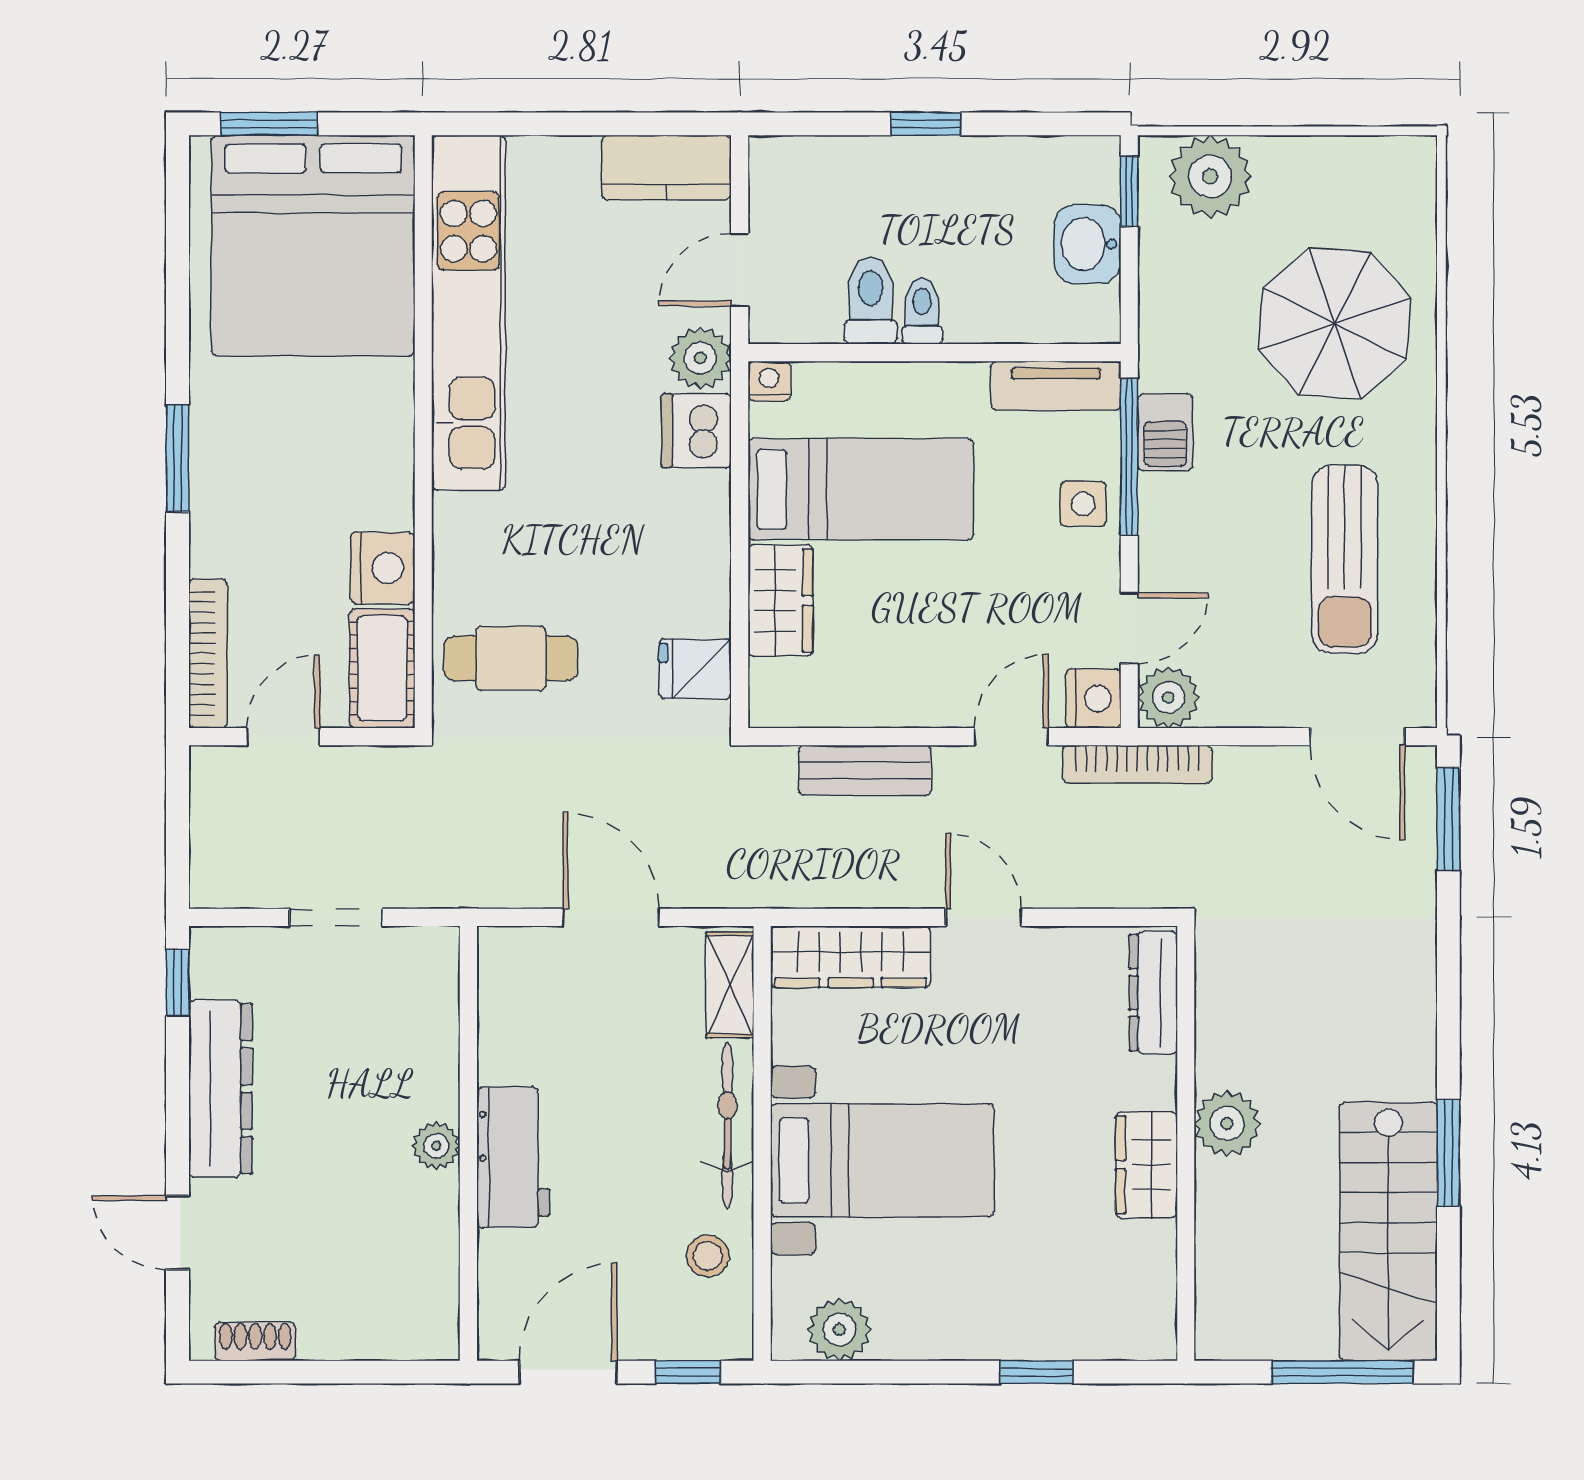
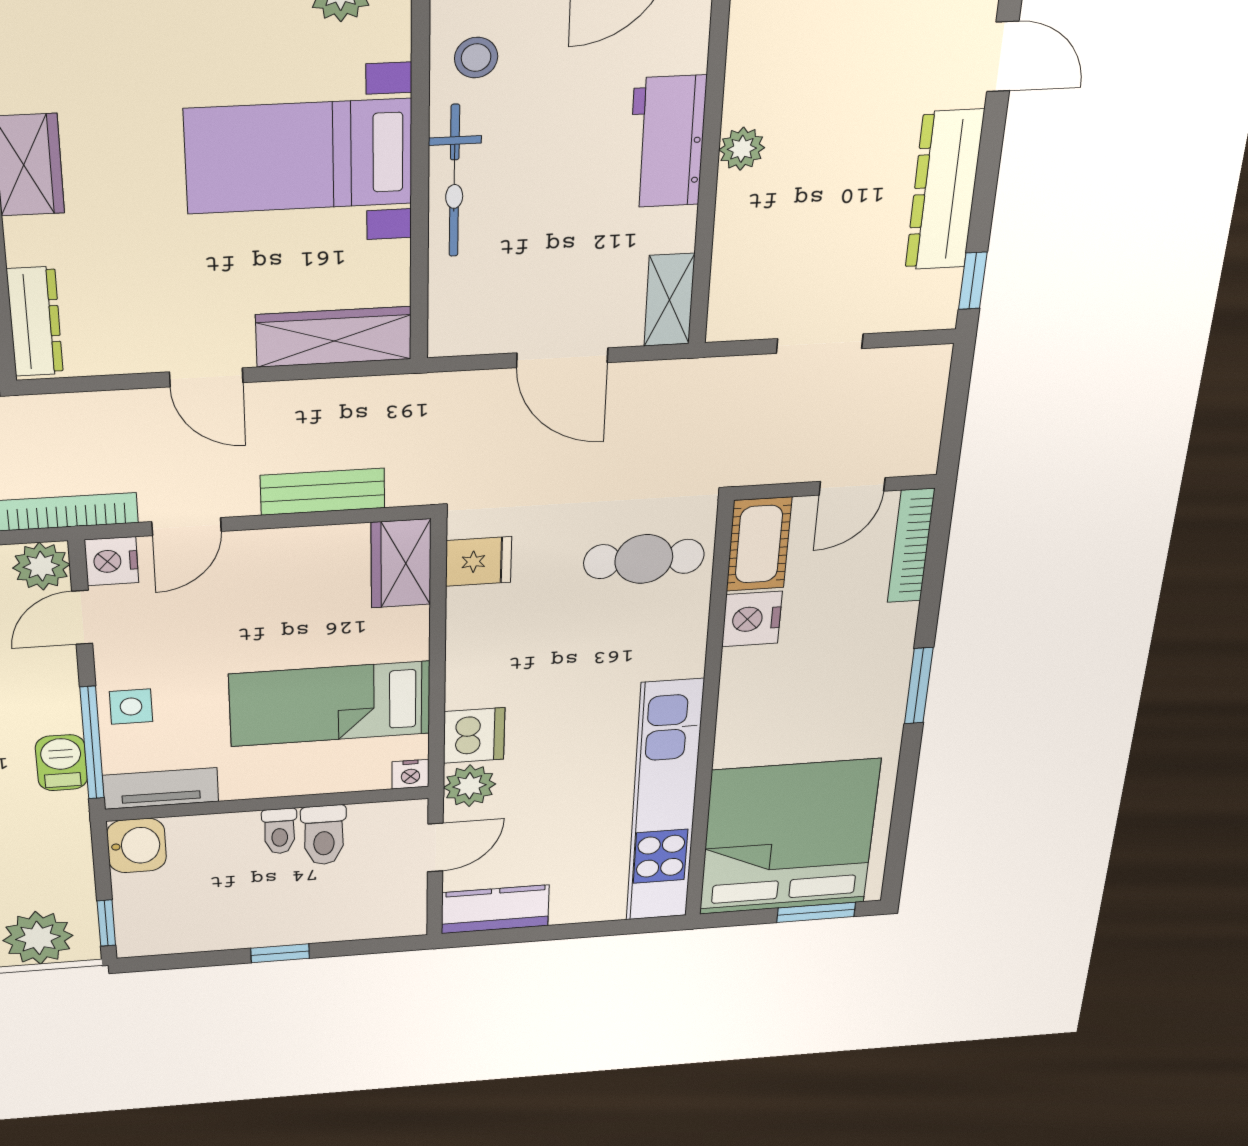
washbasin: (1088, 244) -> (137, 846), moved
wardrobe: (780, 600) -> (401, 564), moved
shelving: (730, 985) -> (669, 300), moved

